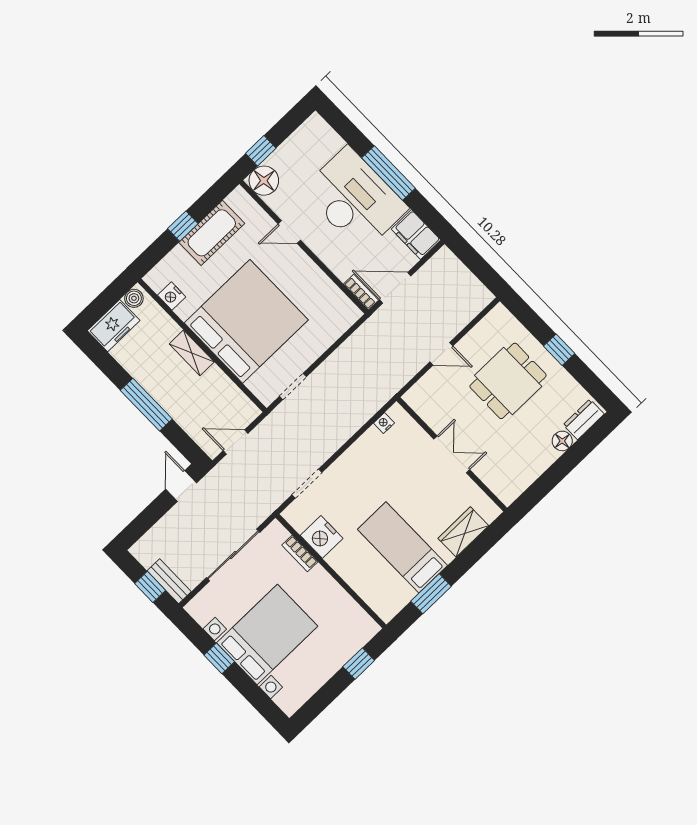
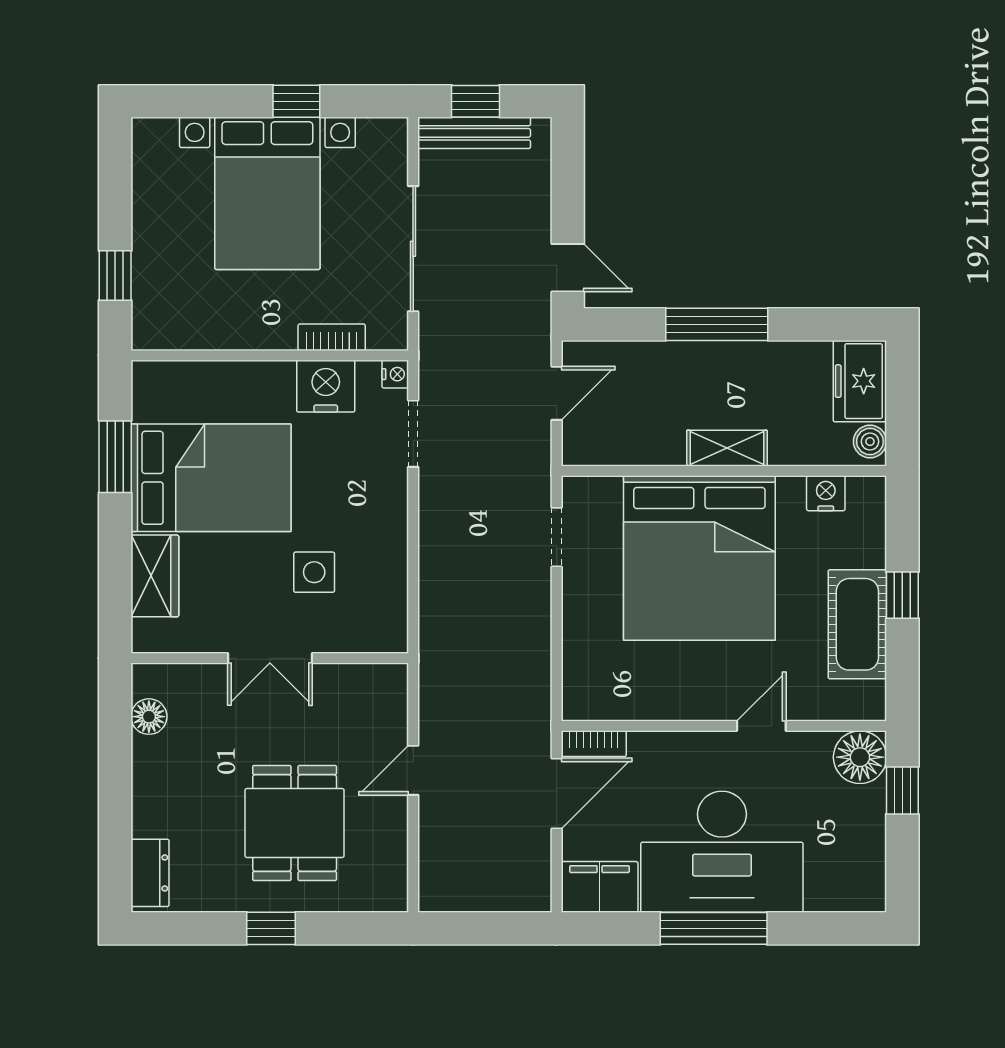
nightstand: (384, 423) -> (395, 374), moved
floor lamp: (562, 441) -> (149, 717), moved
side table: (400, 470) -> (314, 572), added
bed: (402, 547) -> (211, 478), width x1.50
bench: (169, 581) -> (474, 133), width x1.36

